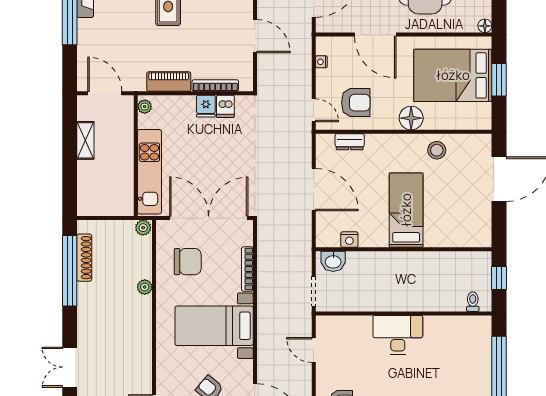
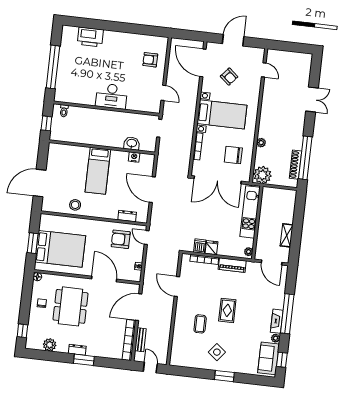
floor lamp: (411, 118) -> (88, 226), removed
plant: (143, 228) -> (262, 175), width x1.88, depth x1.88
washbasin: (333, 261) -> (132, 143), moved

